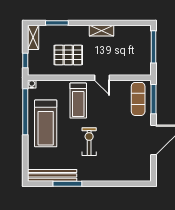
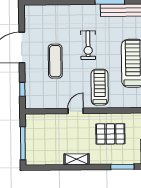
door: (102, 78) -> (76, 111), hinge flipped
exercise mat: (138, 99) -> (55, 61), moved
window: (154, 99) -> (22, 89), width x0.46

